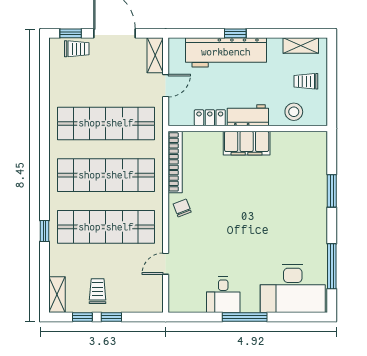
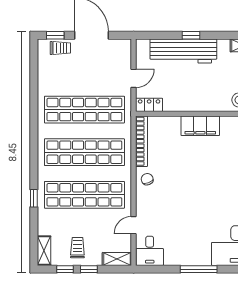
shelving: (155, 55) -> (117, 259), moved, turned 90
workbench: (248, 115) -> (201, 103), removed
locker: (210, 118) -> (149, 105), moved
desk: (223, 295) -> (150, 251), moved

